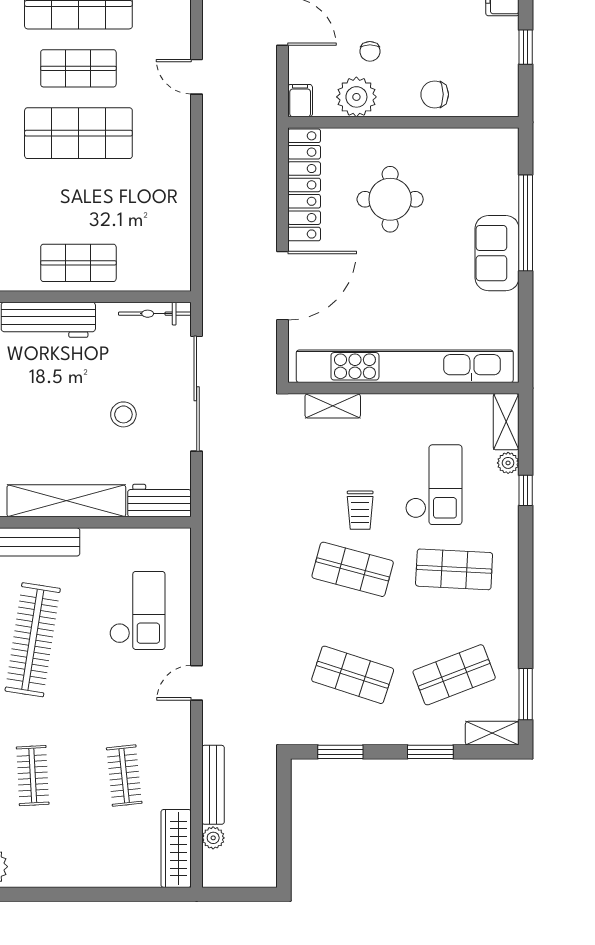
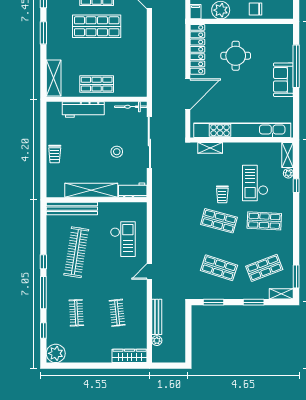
checkout: (434, 485) -> (255, 183), turned 180
wardrobe: (176, 848) -> (130, 356), moved, turned 90

